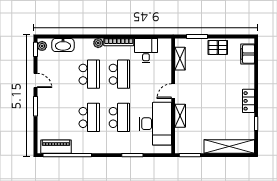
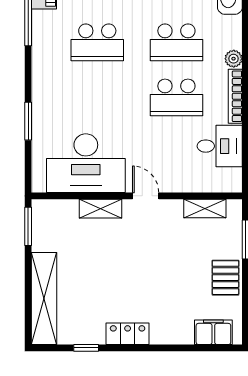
school desk: (119, 117) -> (97, 97), removed

